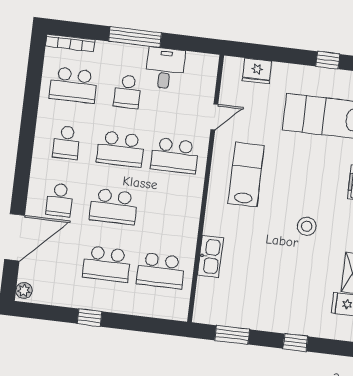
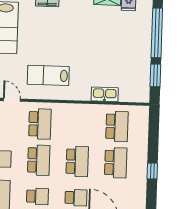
stool: (307, 226) -> (79, 32), removed
window: (295, 342) -> (157, 33), width x3.17

